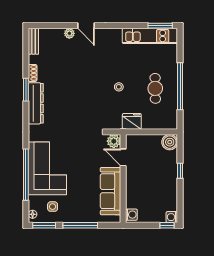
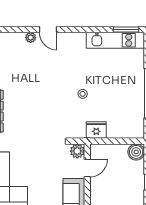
cafe table: (155, 88) -> (121, 95), removed
door: (123, 157) -> (87, 168), swing flipped

